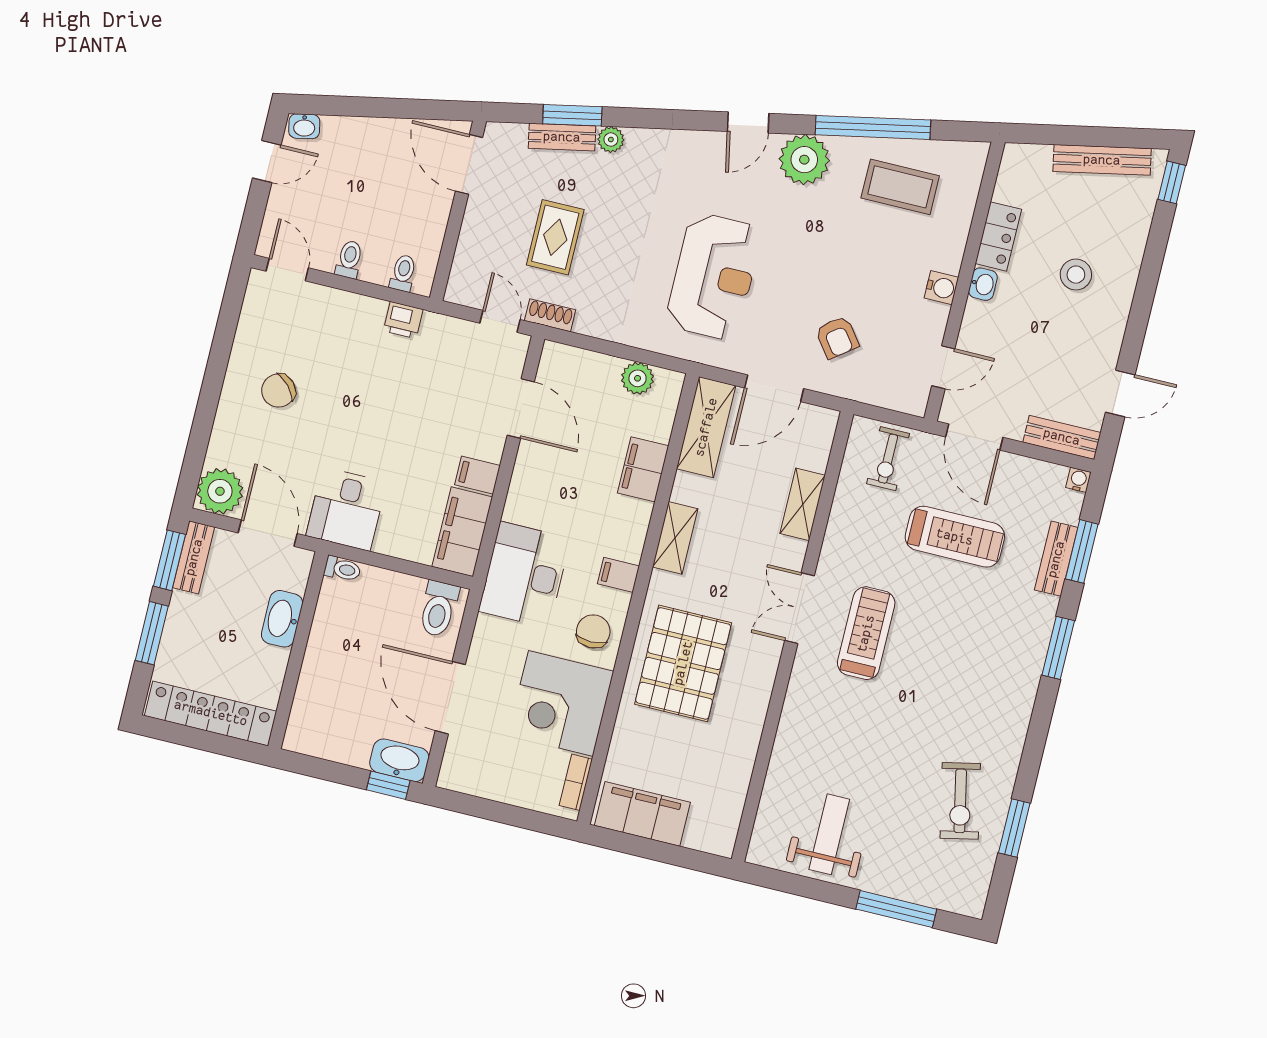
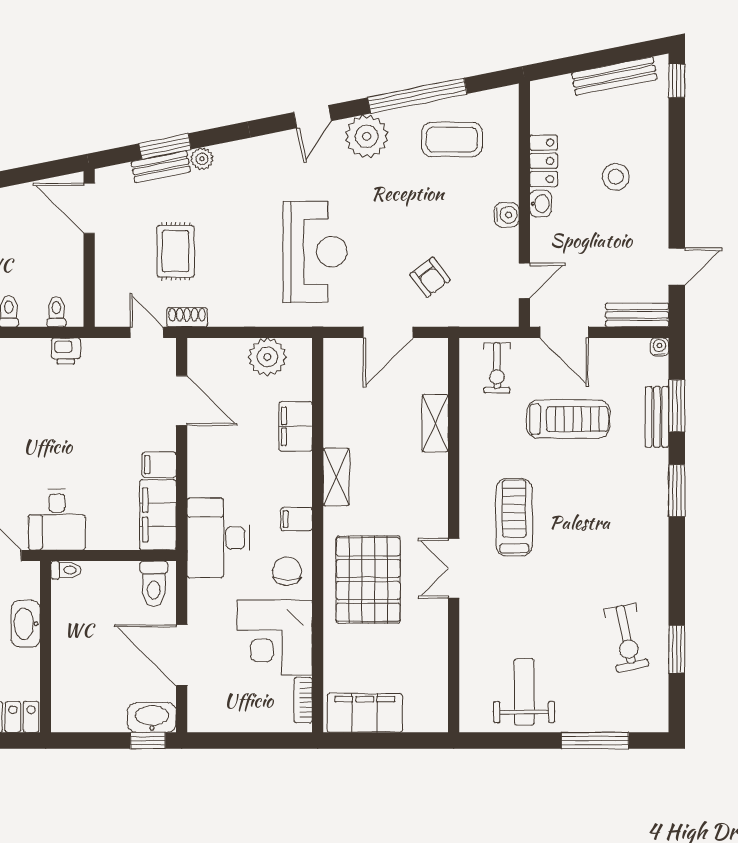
plant: (638, 378) -> (267, 357), width x1.36, depth x1.36
shelving: (706, 427) -> (339, 379), removed
double door: (799, 608) -> (454, 568), moved

